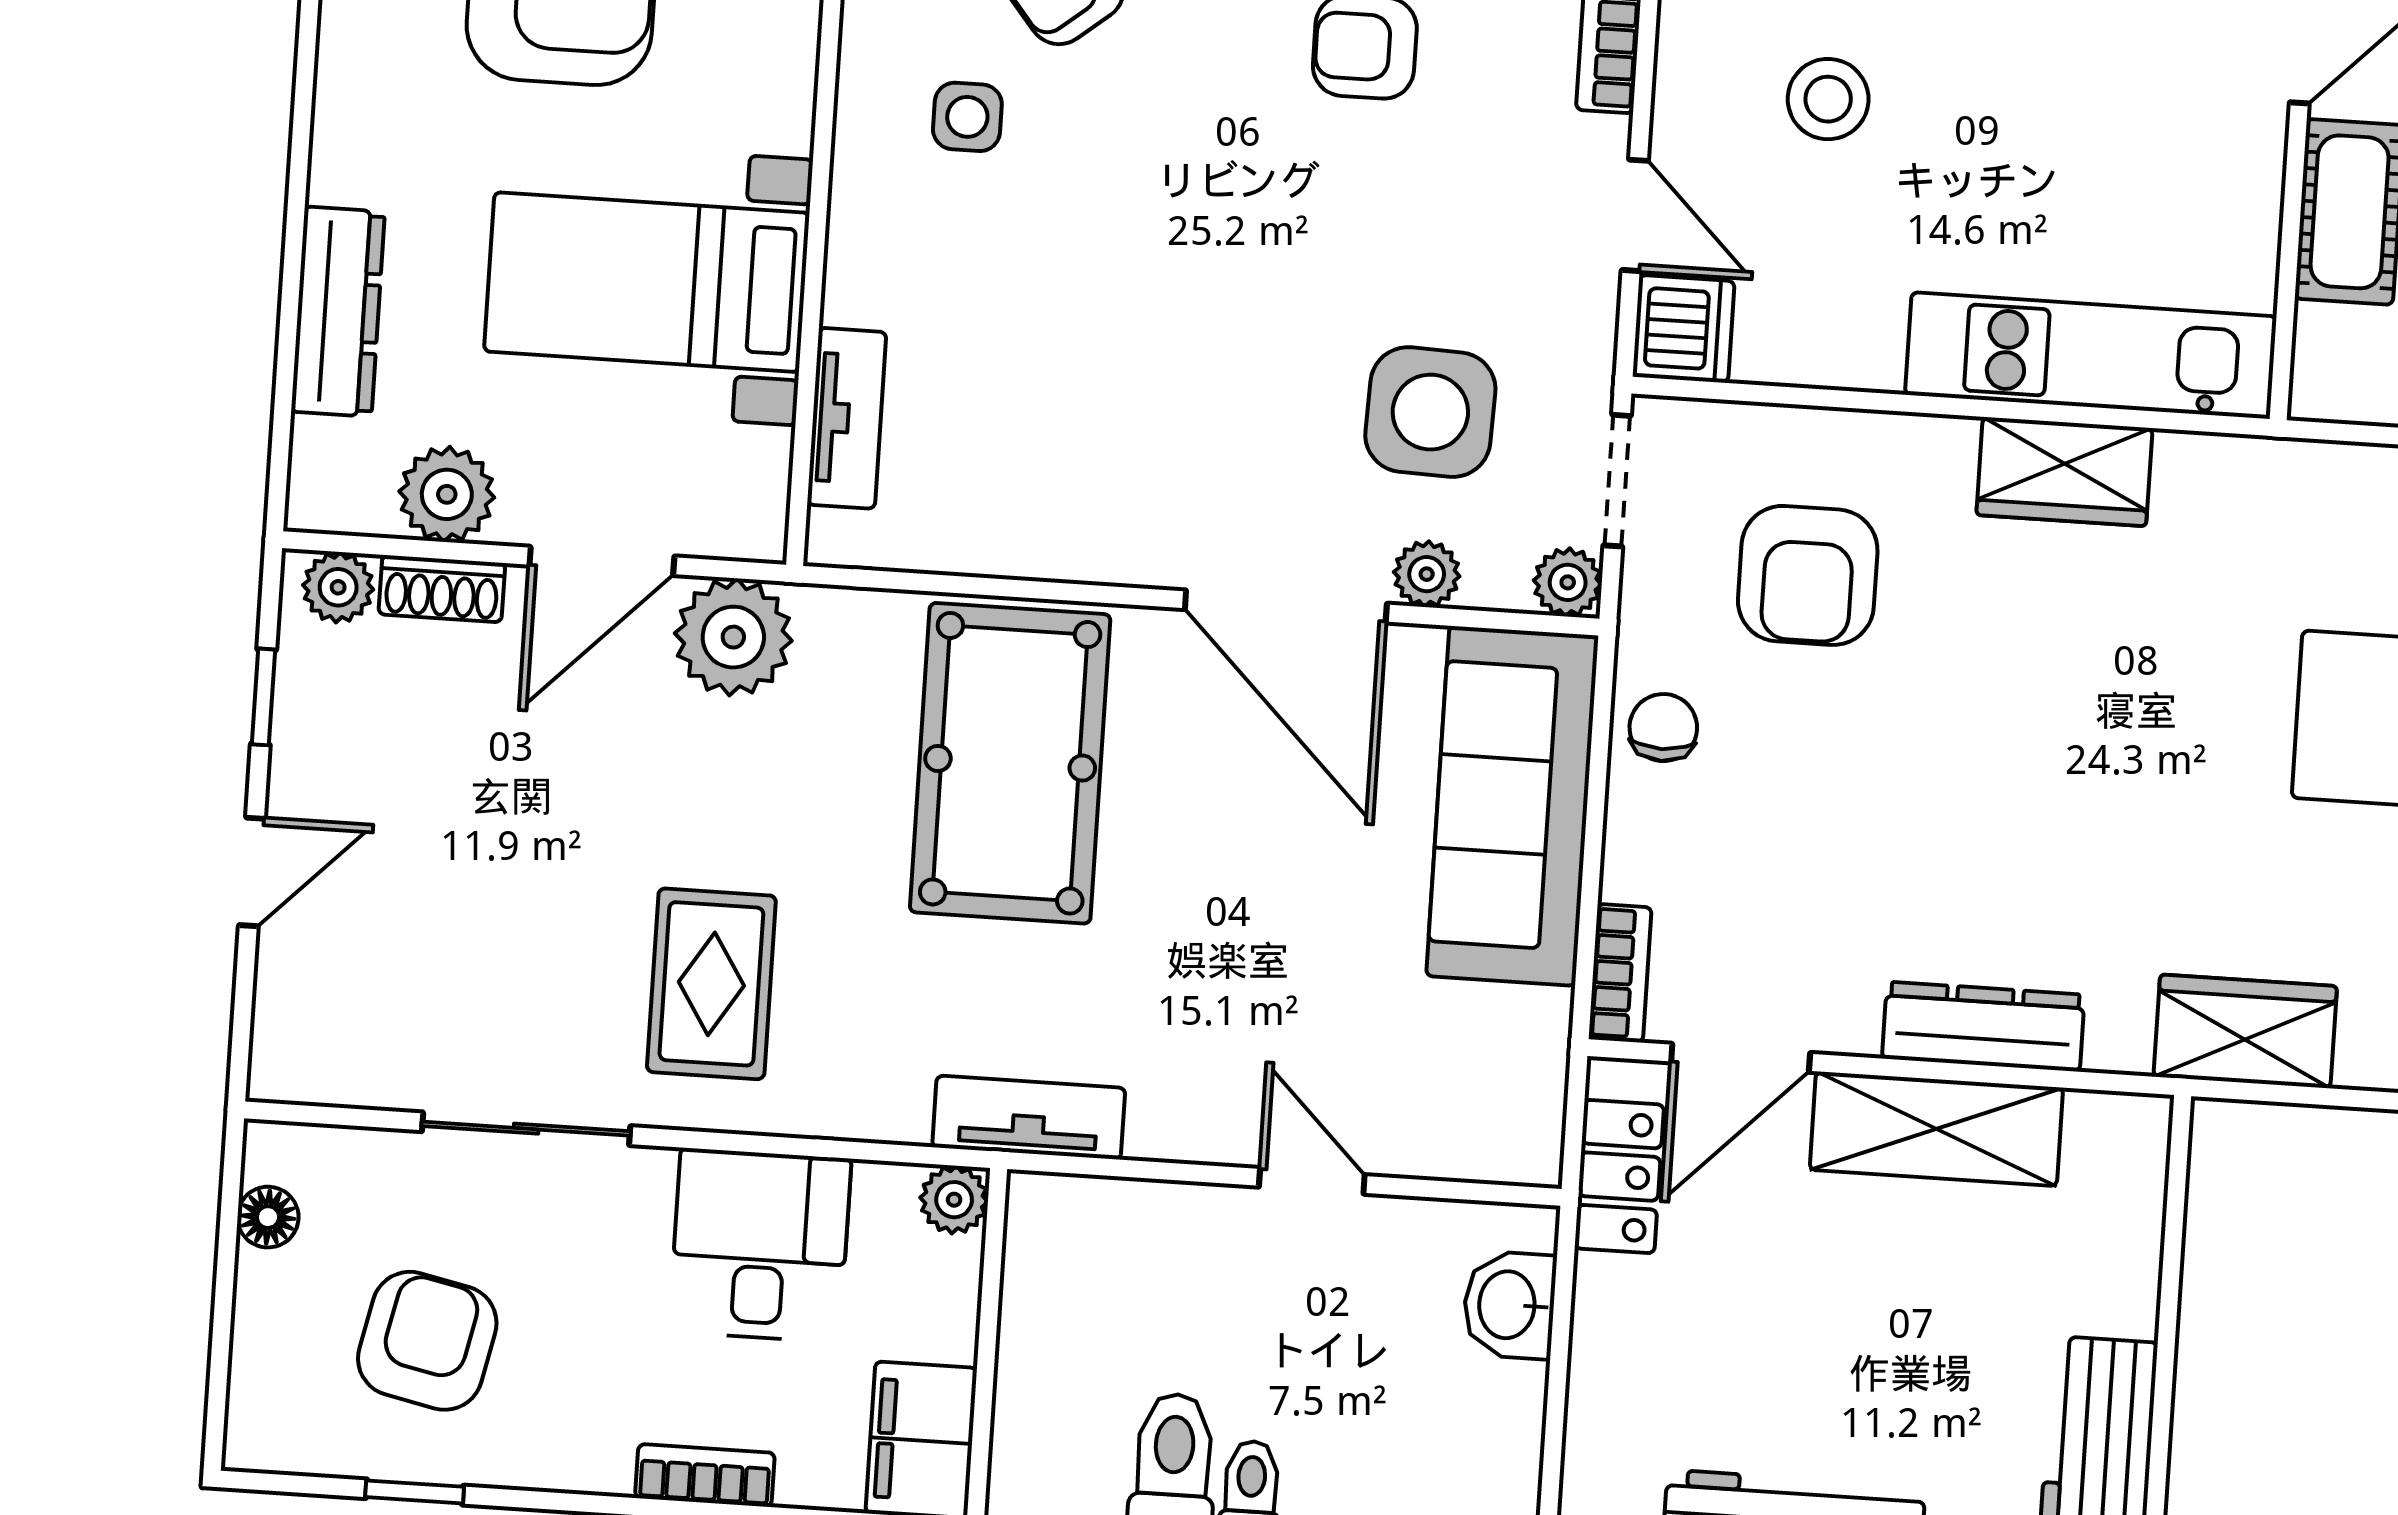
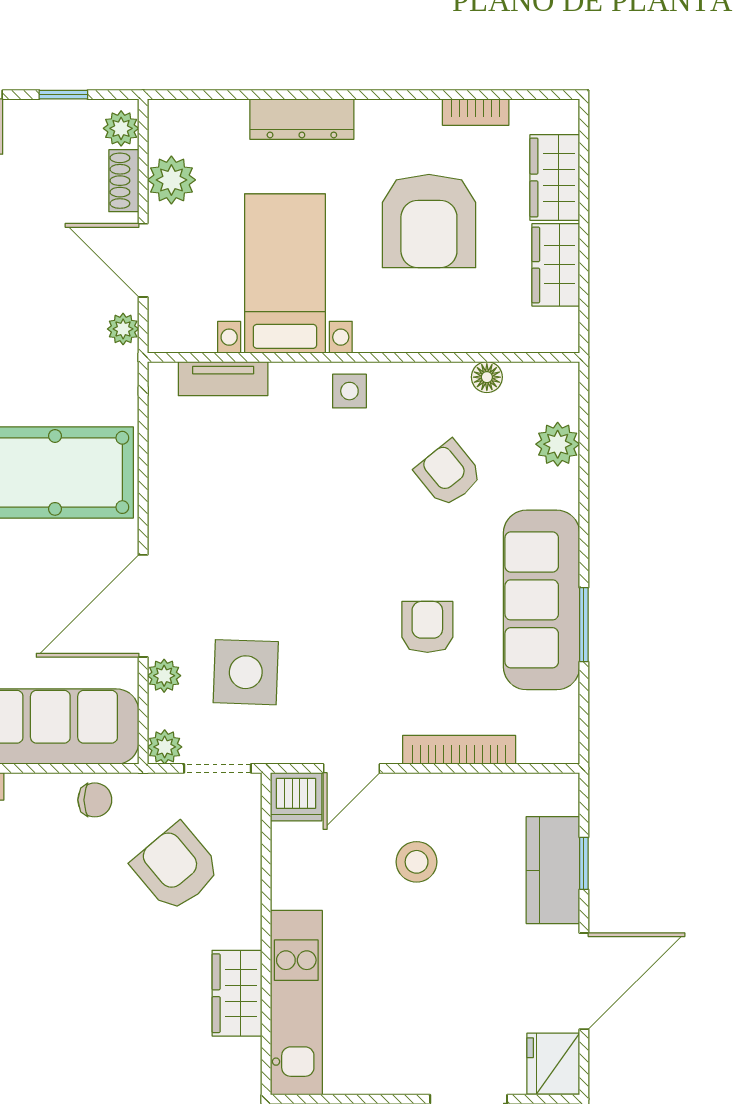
side table: (967, 117) -> (349, 391), moved
dresser: (338, 312) -> (302, 119), moved
armchair: (1808, 575) -> (176, 868), turned 50
plant: (733, 637) -> (123, 329), width x0.53, depth x0.53

